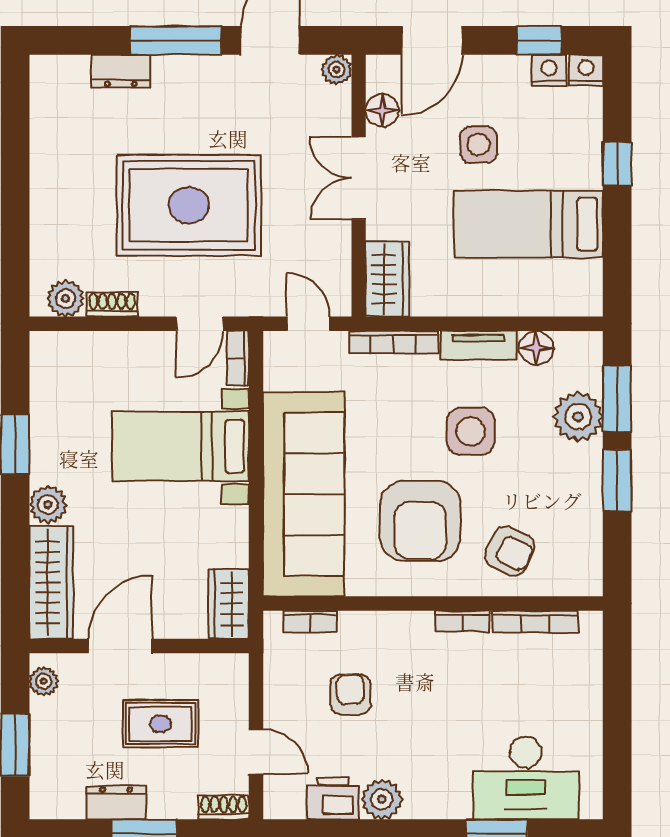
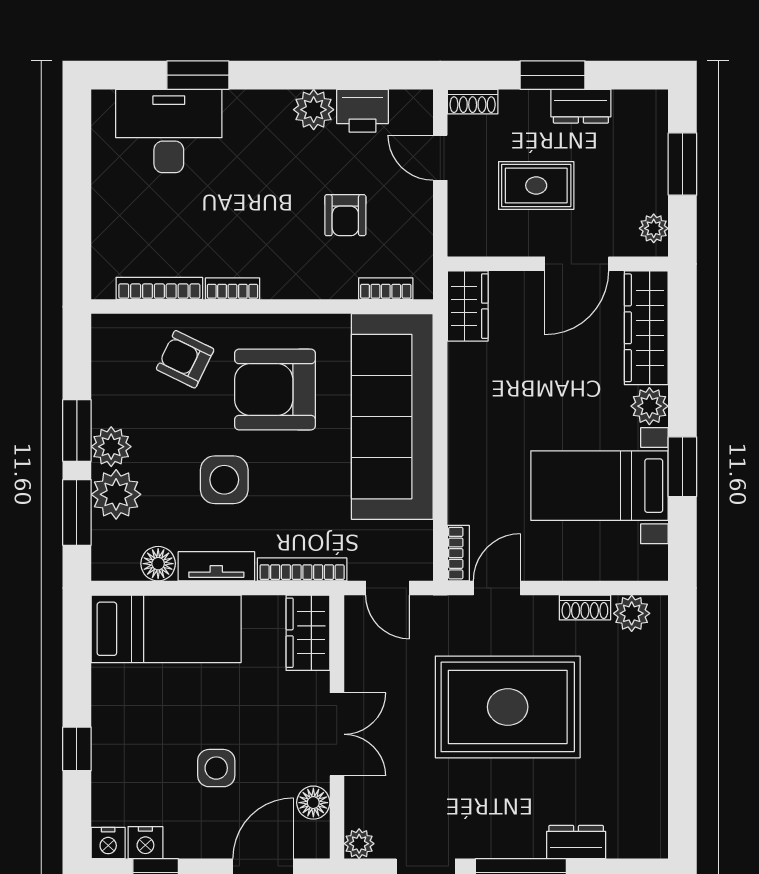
bed: (528, 224) -> (166, 629), moved
bed with nightstands: (181, 446) -> (600, 486), moved, turned 180
plant: (583, 464) -> (111, 447), added
armchair: (420, 521) -> (275, 390), turned -90

